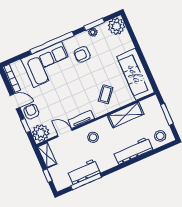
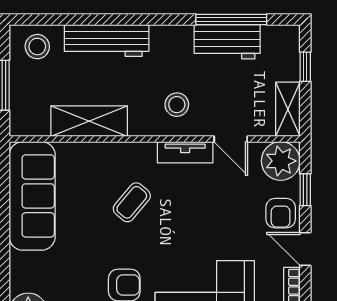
coffee table: (106, 94) -> (132, 202), moved

